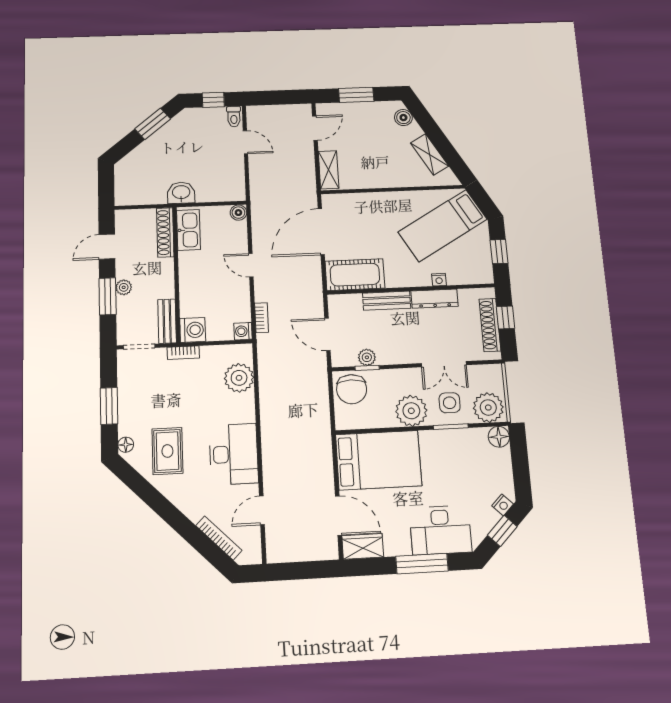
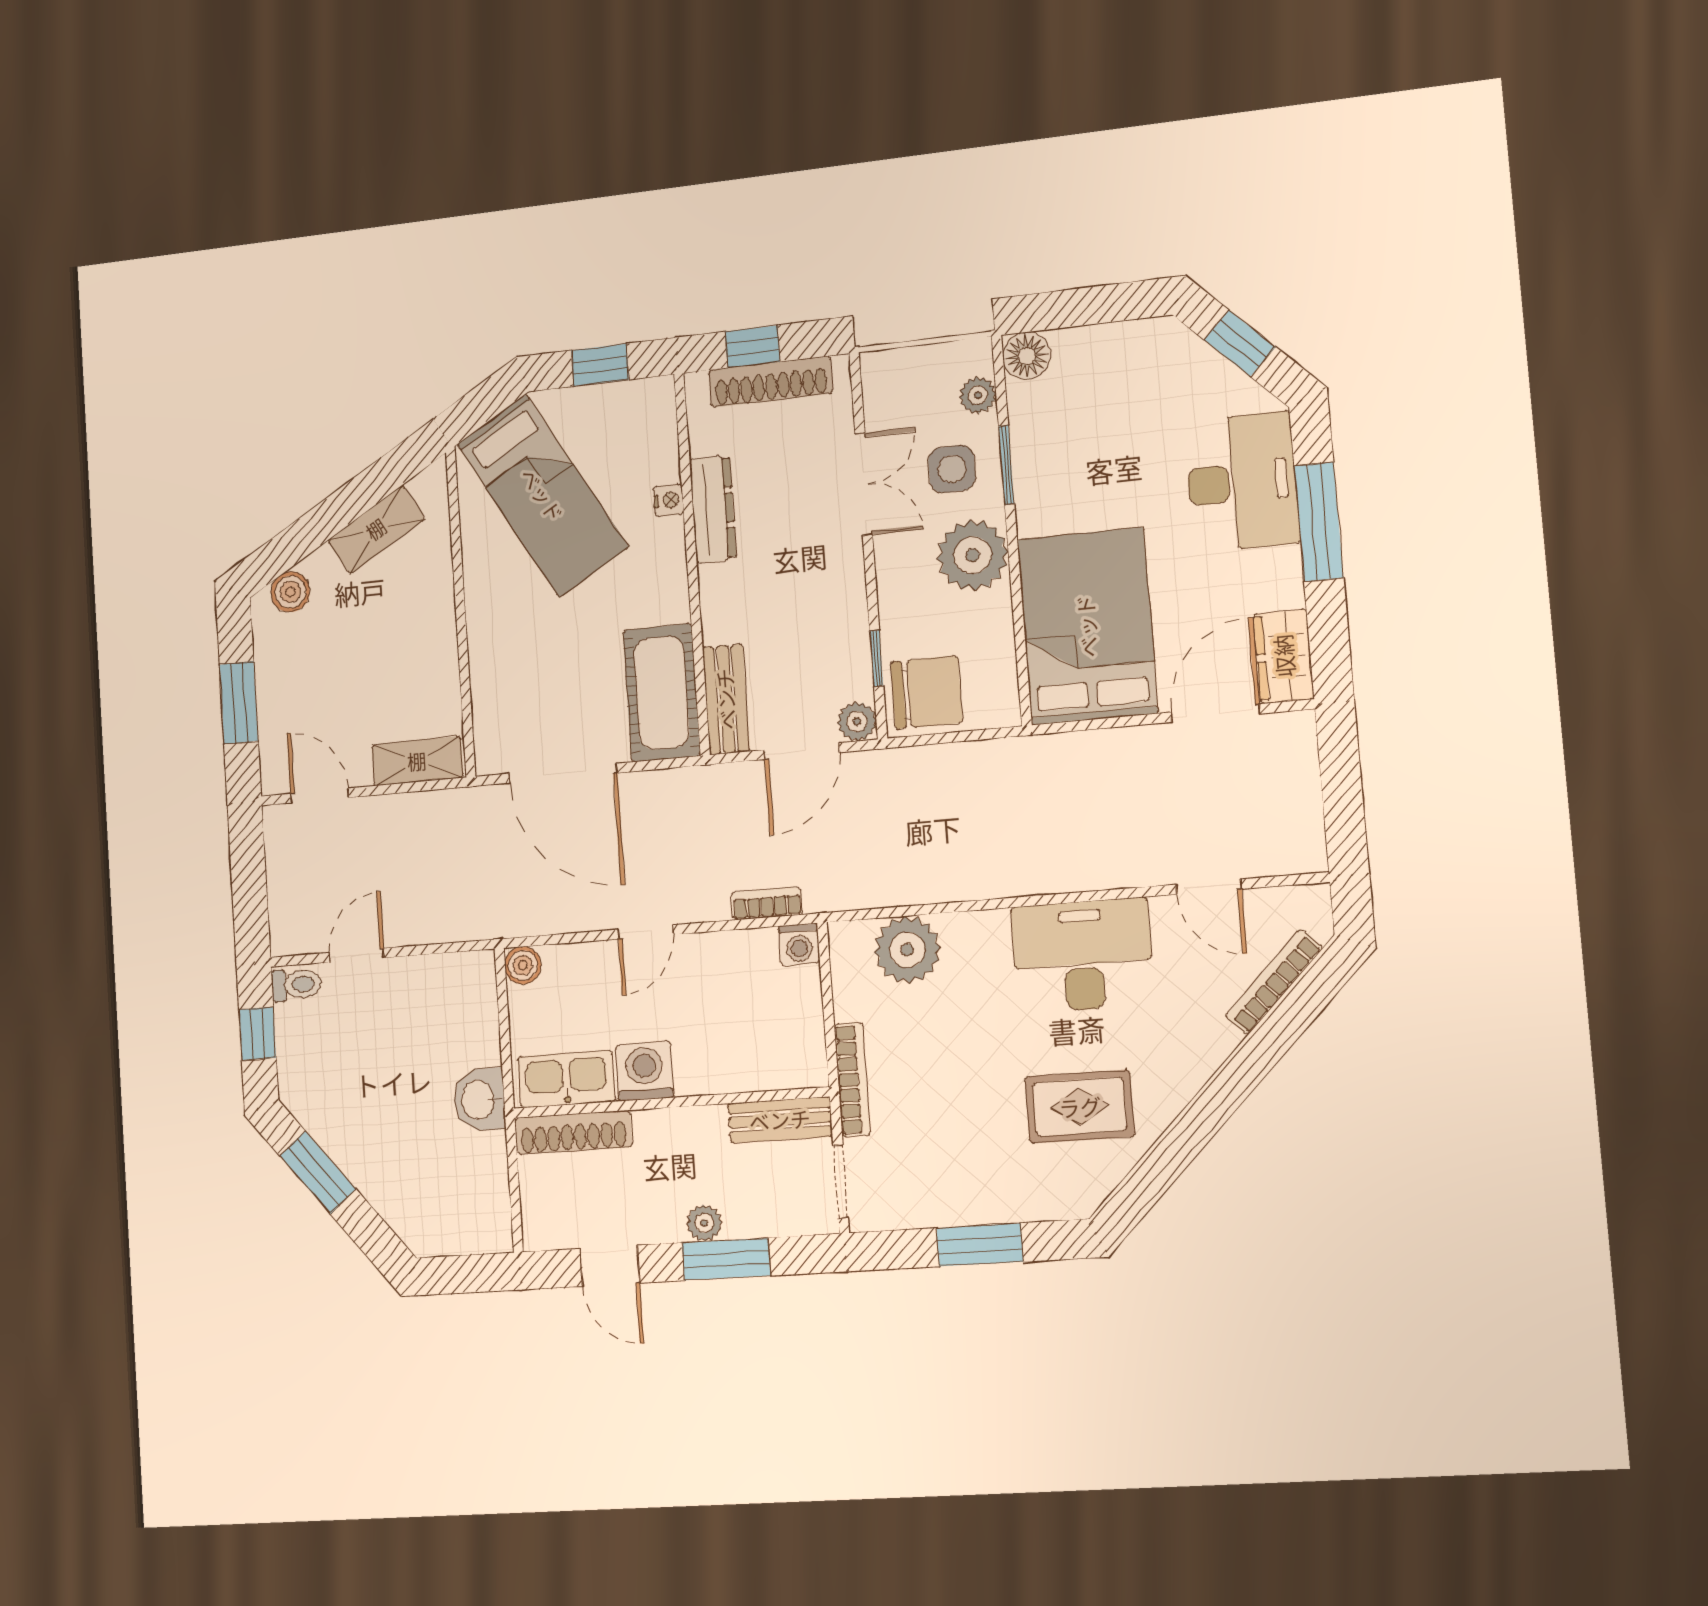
bench: (387, 301) -> (726, 699), moved
washing machine: (193, 330) -> (644, 1071), moved
bookcase: (183, 353) -> (852, 1080), width x1.56
plant: (367, 357) -> (857, 722), moved
plant: (488, 408) -> (978, 395), width x0.53, depth x0.53
floor lamp: (126, 445) -> (1068, 1203), removed
nightstand: (503, 505) -> (1181, 344), removed

